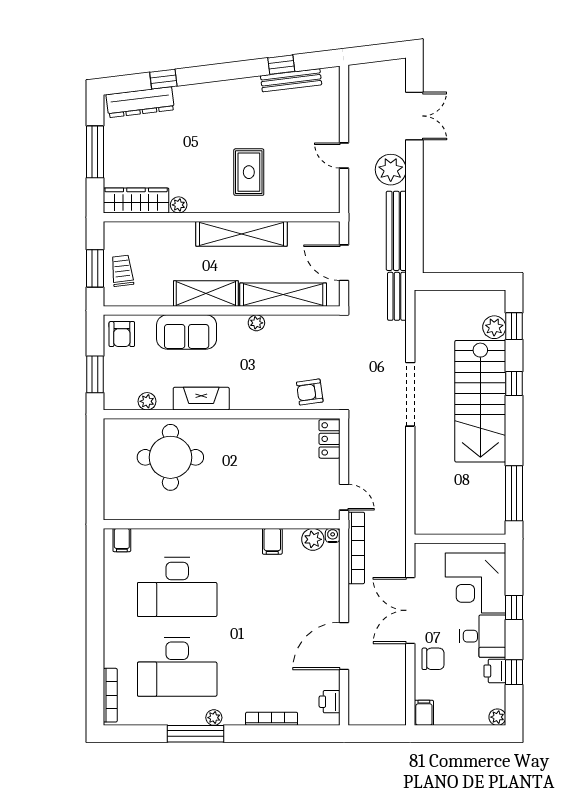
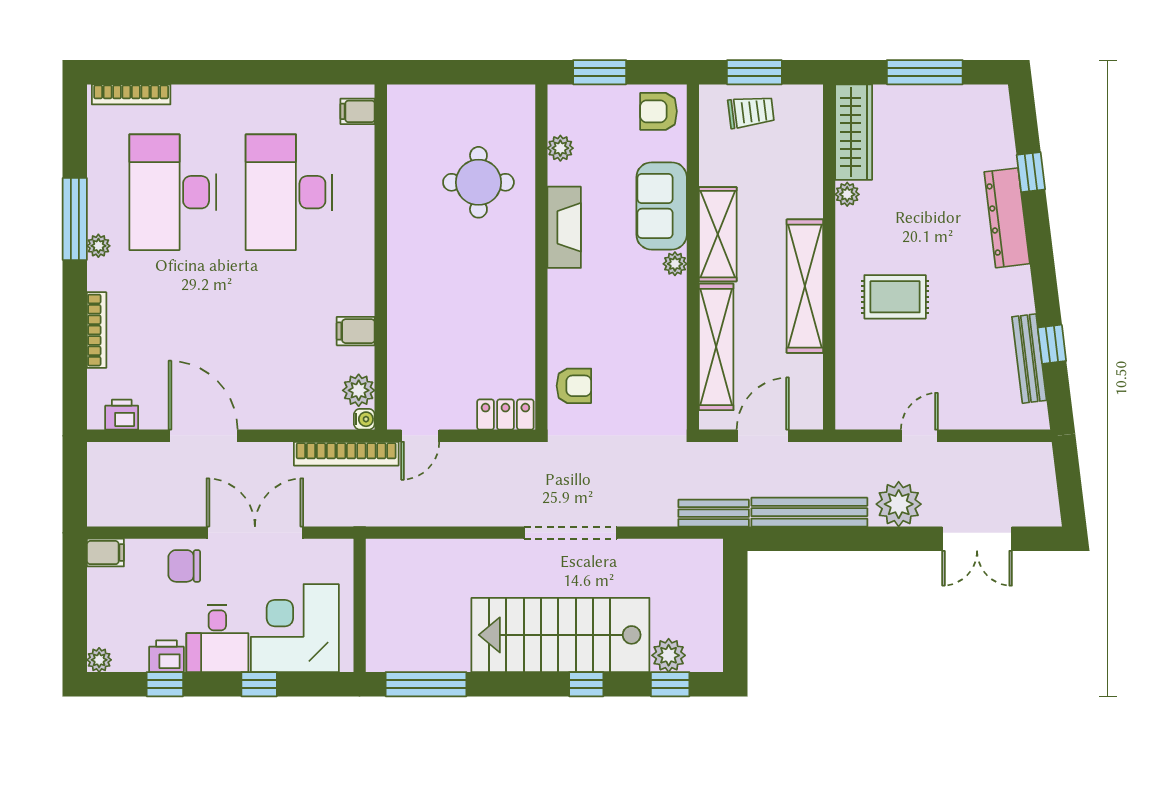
dresser: (140, 102) -> (1007, 218), moved
plant: (256, 323) -> (675, 264), moved
armchair: (310, 392) -> (574, 386), turned 98
round table: (170, 457) -> (478, 182), width x0.73, depth x0.73
chair: (433, 659) -> (184, 566), turned 90

